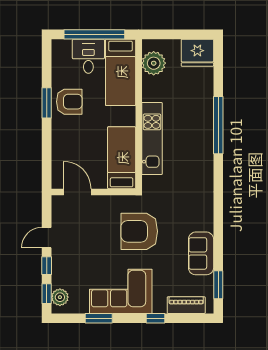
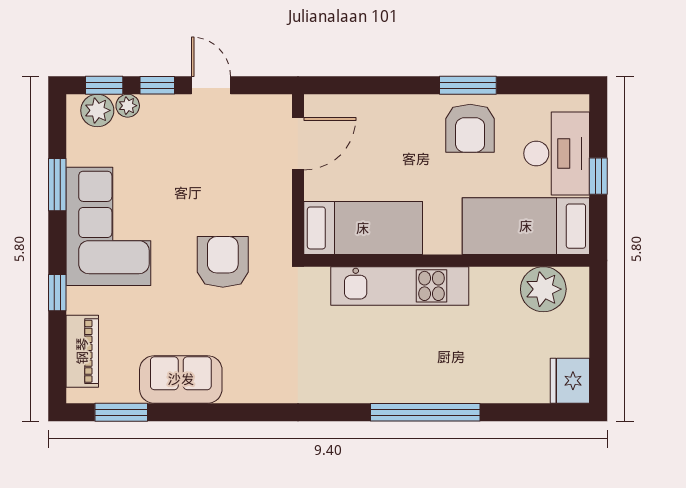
window: (94, 34) -> (598, 176), width x0.32
fridge: (197, 53) -> (570, 381), width x0.73, depth x0.75
desk: (88, 56) -> (557, 153), width x1.37
armchair: (139, 231) -> (223, 262), width x0.73, depth x0.73
plant: (57, 281) -> (128, 106), added

